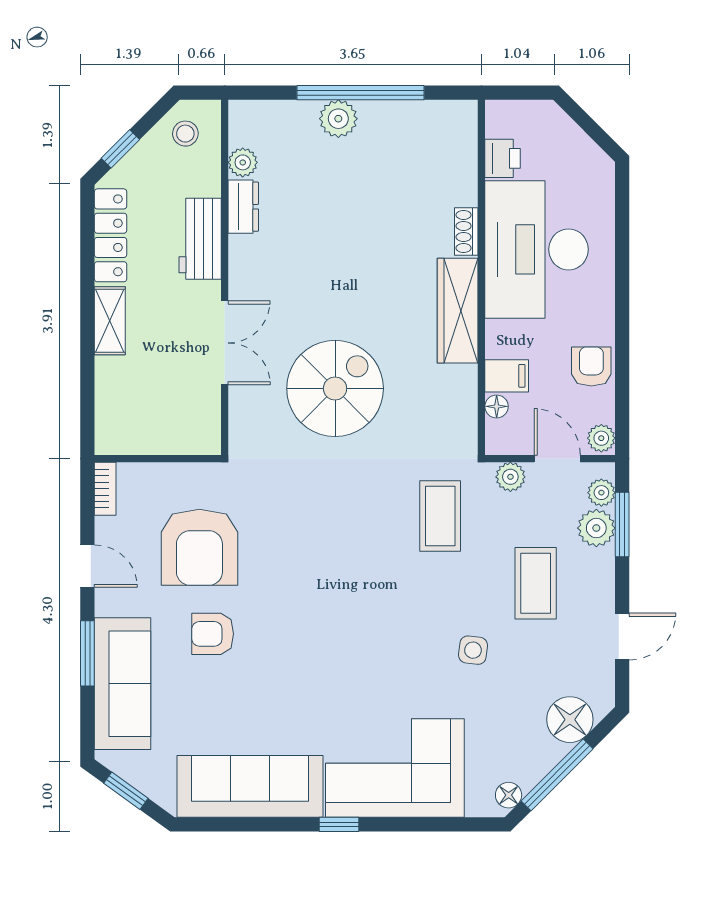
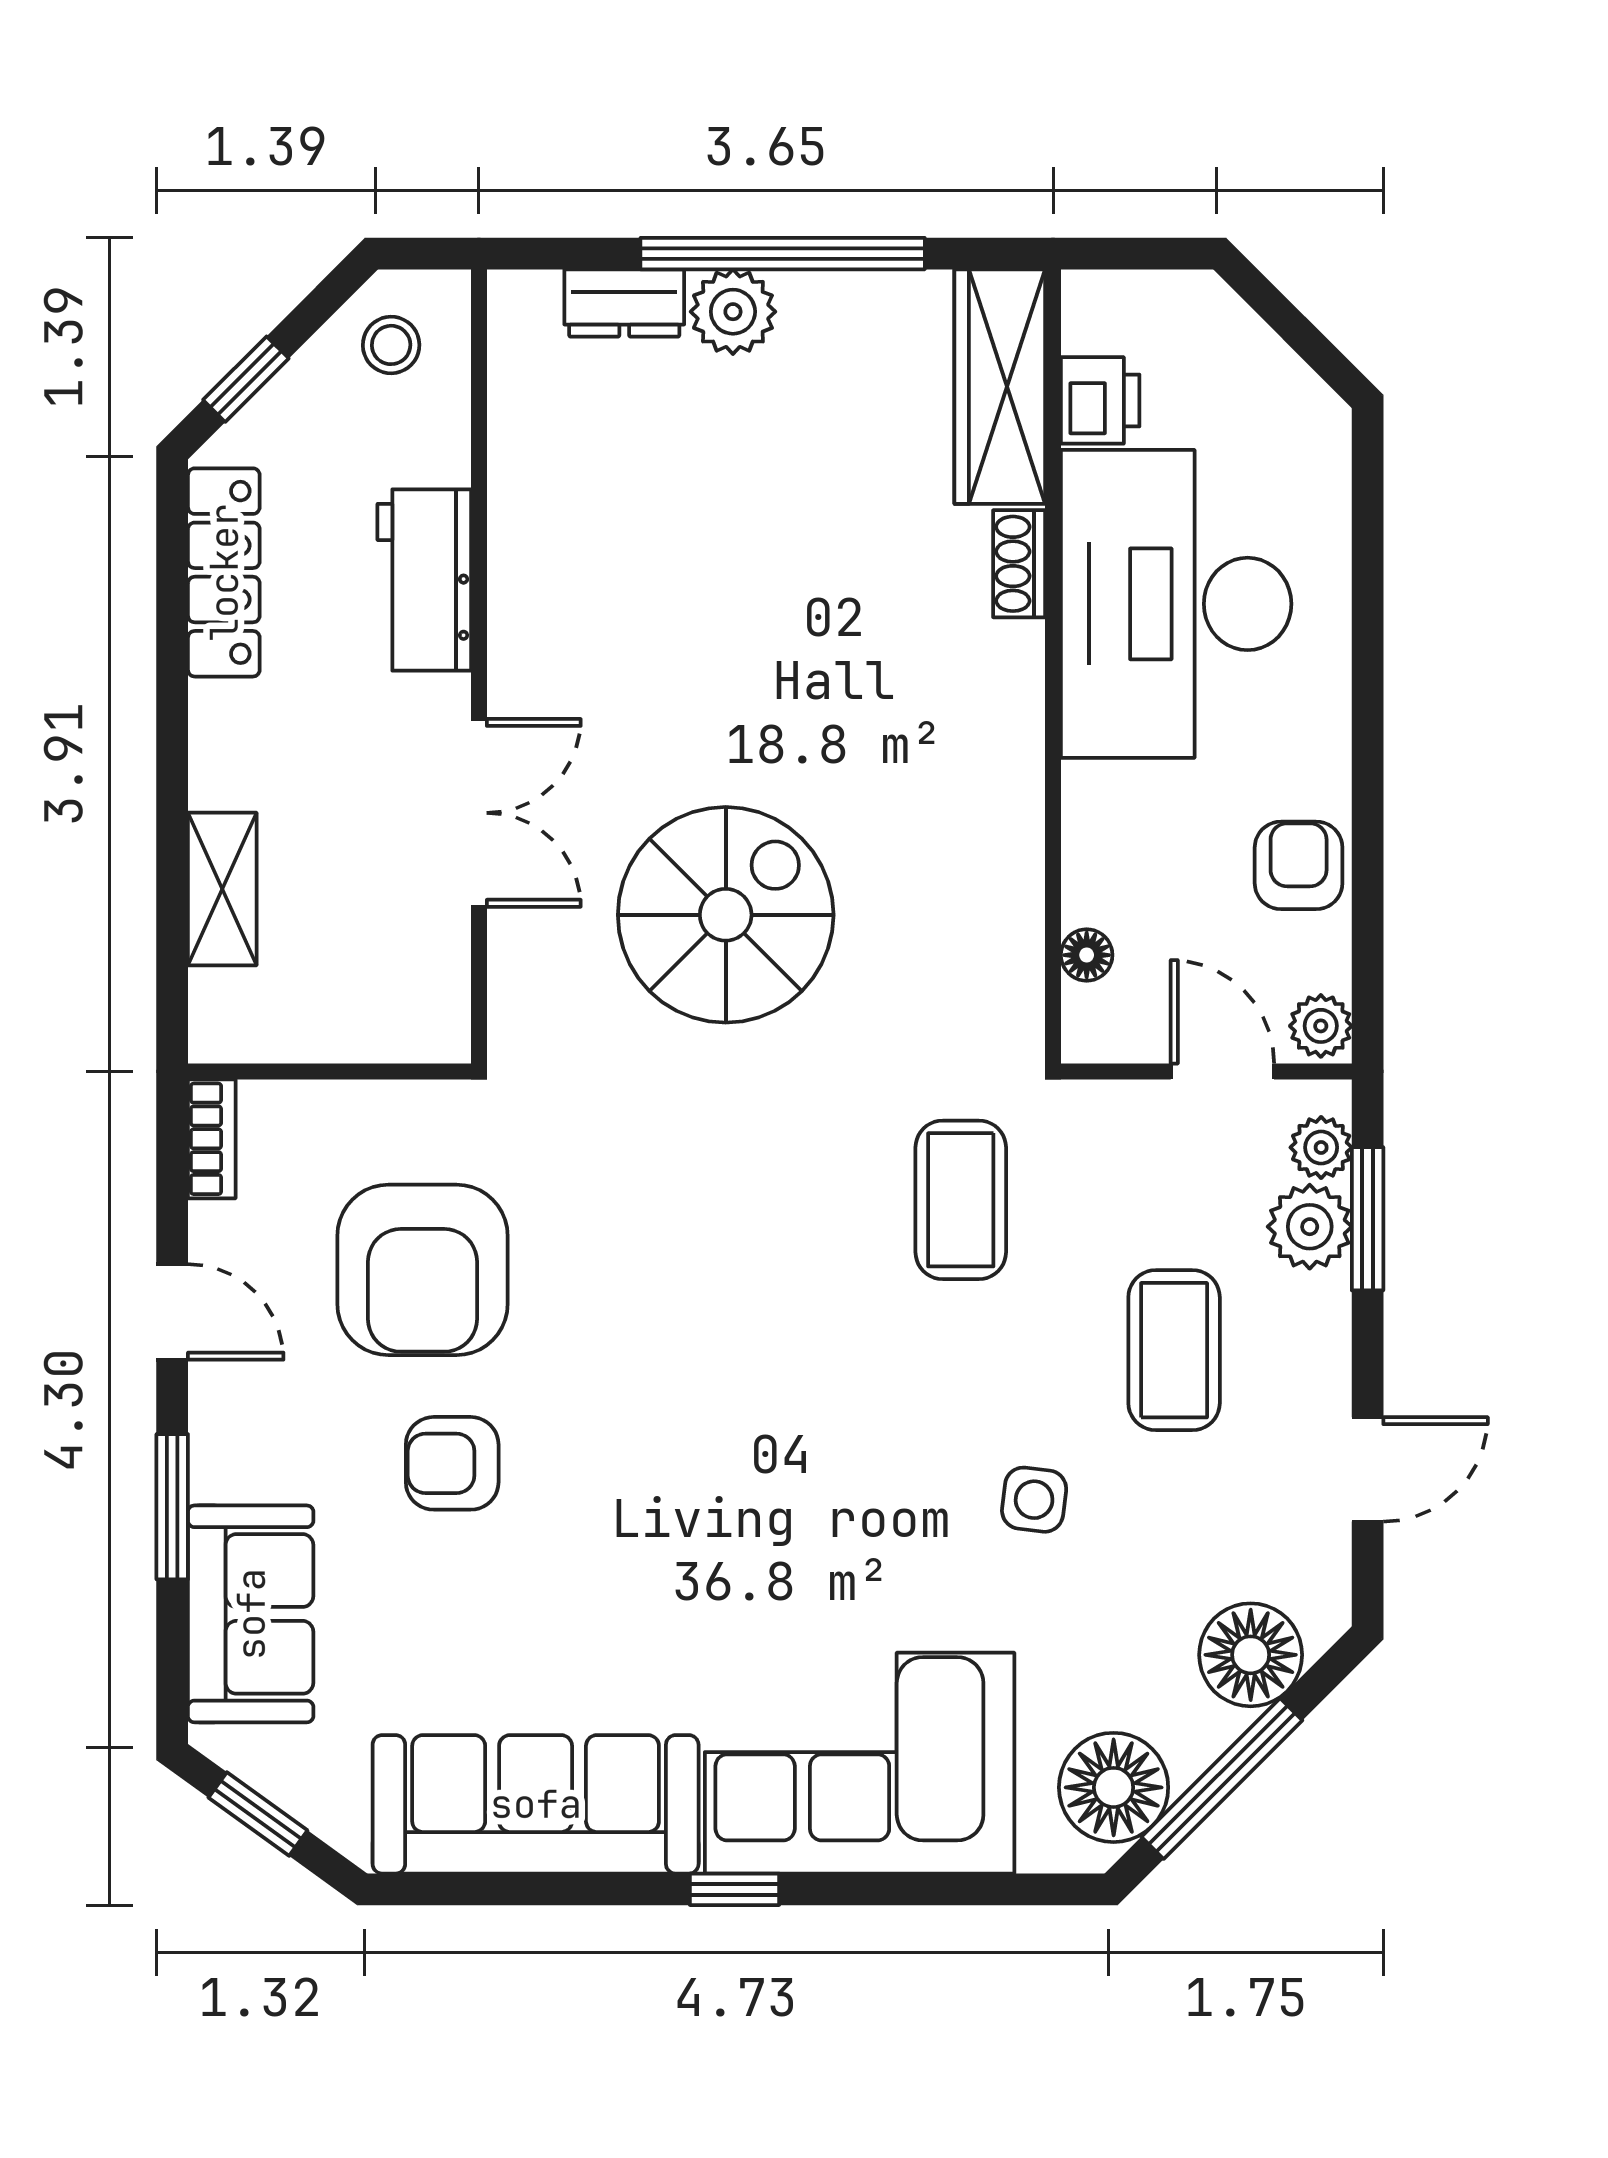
plant: (243, 162) -> (519, 409), removed
dresser: (243, 207) -> (624, 303), moved, turned 90
wardrobe: (458, 311) -> (1000, 387), moved
shelving: (110, 321) -> (222, 889), moved
filing cabinet: (507, 376) -> (1109, 887), removed
plant: (510, 477) -> (1118, 1112), removed
sofa: (123, 684) -> (251, 1614), width x0.73
floor lamp: (509, 795) -> (1114, 1787), width x1.89, depth x1.89

